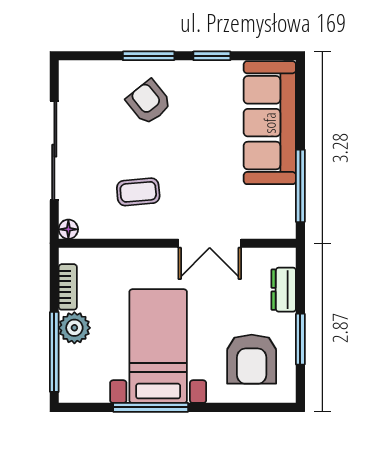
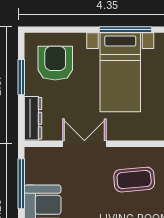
coffee table: (138, 192) -> (134, 180), width x1.36, depth x1.30
dresser: (284, 290) -> (33, 118), width x1.44

